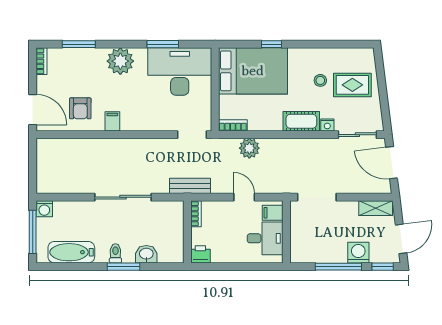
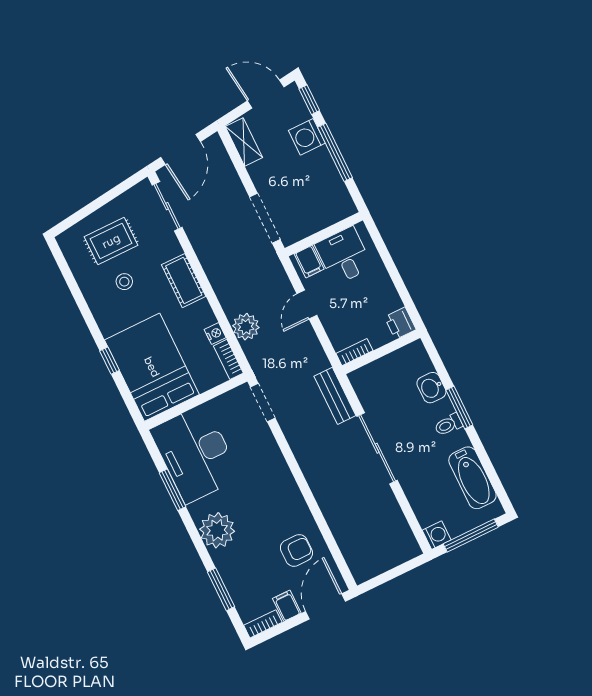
rug: (352, 85) -> (111, 241), turned 90
filing cabinet: (112, 121) -> (287, 606), moved, turned 90
nightstand: (327, 125) -> (215, 333), moved
bench: (190, 186) -> (335, 396), moved

